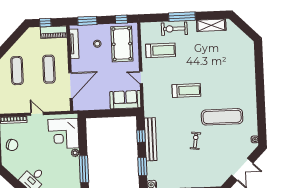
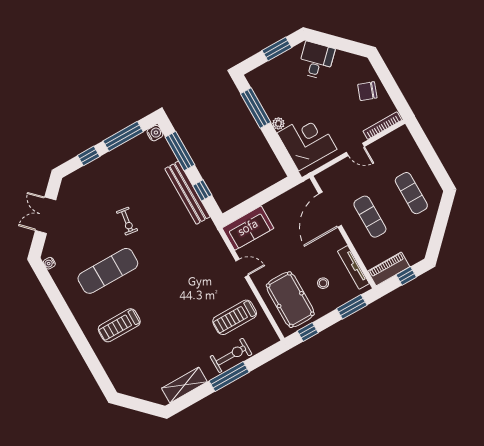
treadmill: (186, 91) -> (119, 325), moved
window: (142, 166) -> (180, 151), width x1.44

